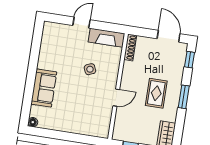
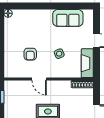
sofa: (44, 88) -> (68, 18), moved
armchair: (85, 104) -> (30, 54), added

